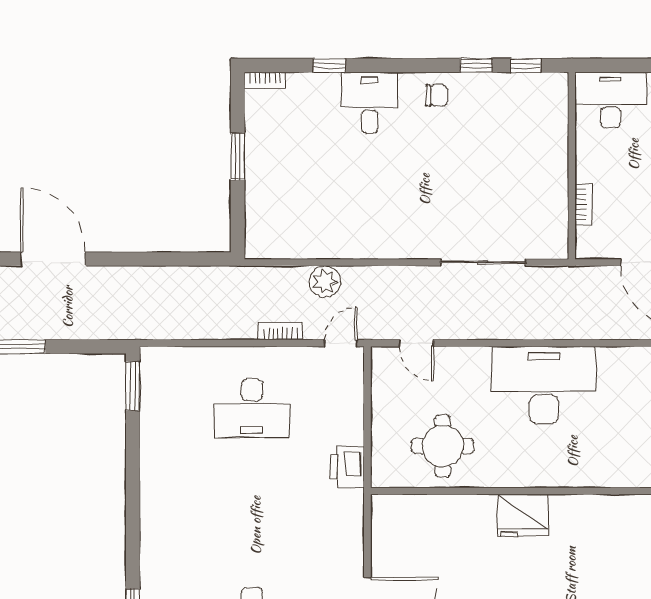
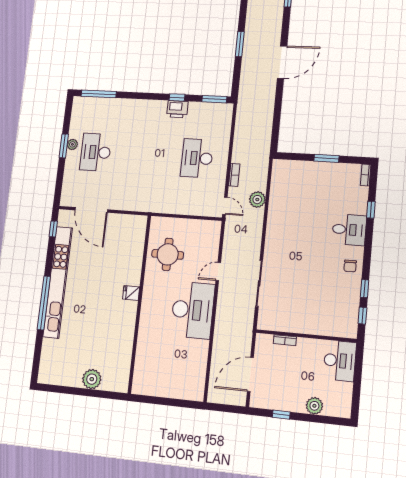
door: (416, 343) -> (218, 271), moved
window: (133, 462) -> (177, 97), added
printer: (347, 467) -> (177, 109), moved, turned 180
fridge: (523, 515) -> (131, 293), width x0.53, depth x0.75

